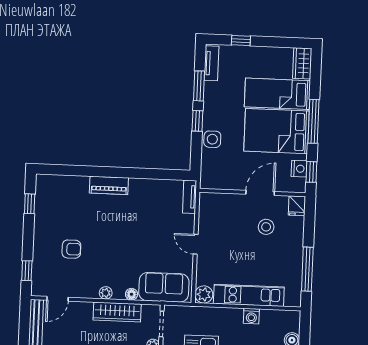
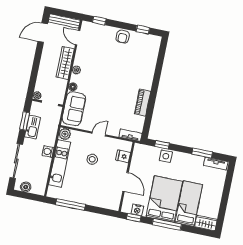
window: (241, 41) -> (227, 185), removed
window: (197, 121) -> (162, 145), moved
piano: (109, 185) -> (143, 103), moved
fridge: (297, 206) -> (123, 156), moved
stool: (266, 227) -> (92, 159), moved
armchair: (71, 249) -> (123, 37), moved
wardrobe: (117, 312) -> (65, 63), moved
washing machine: (251, 316) -> (48, 152), moved

